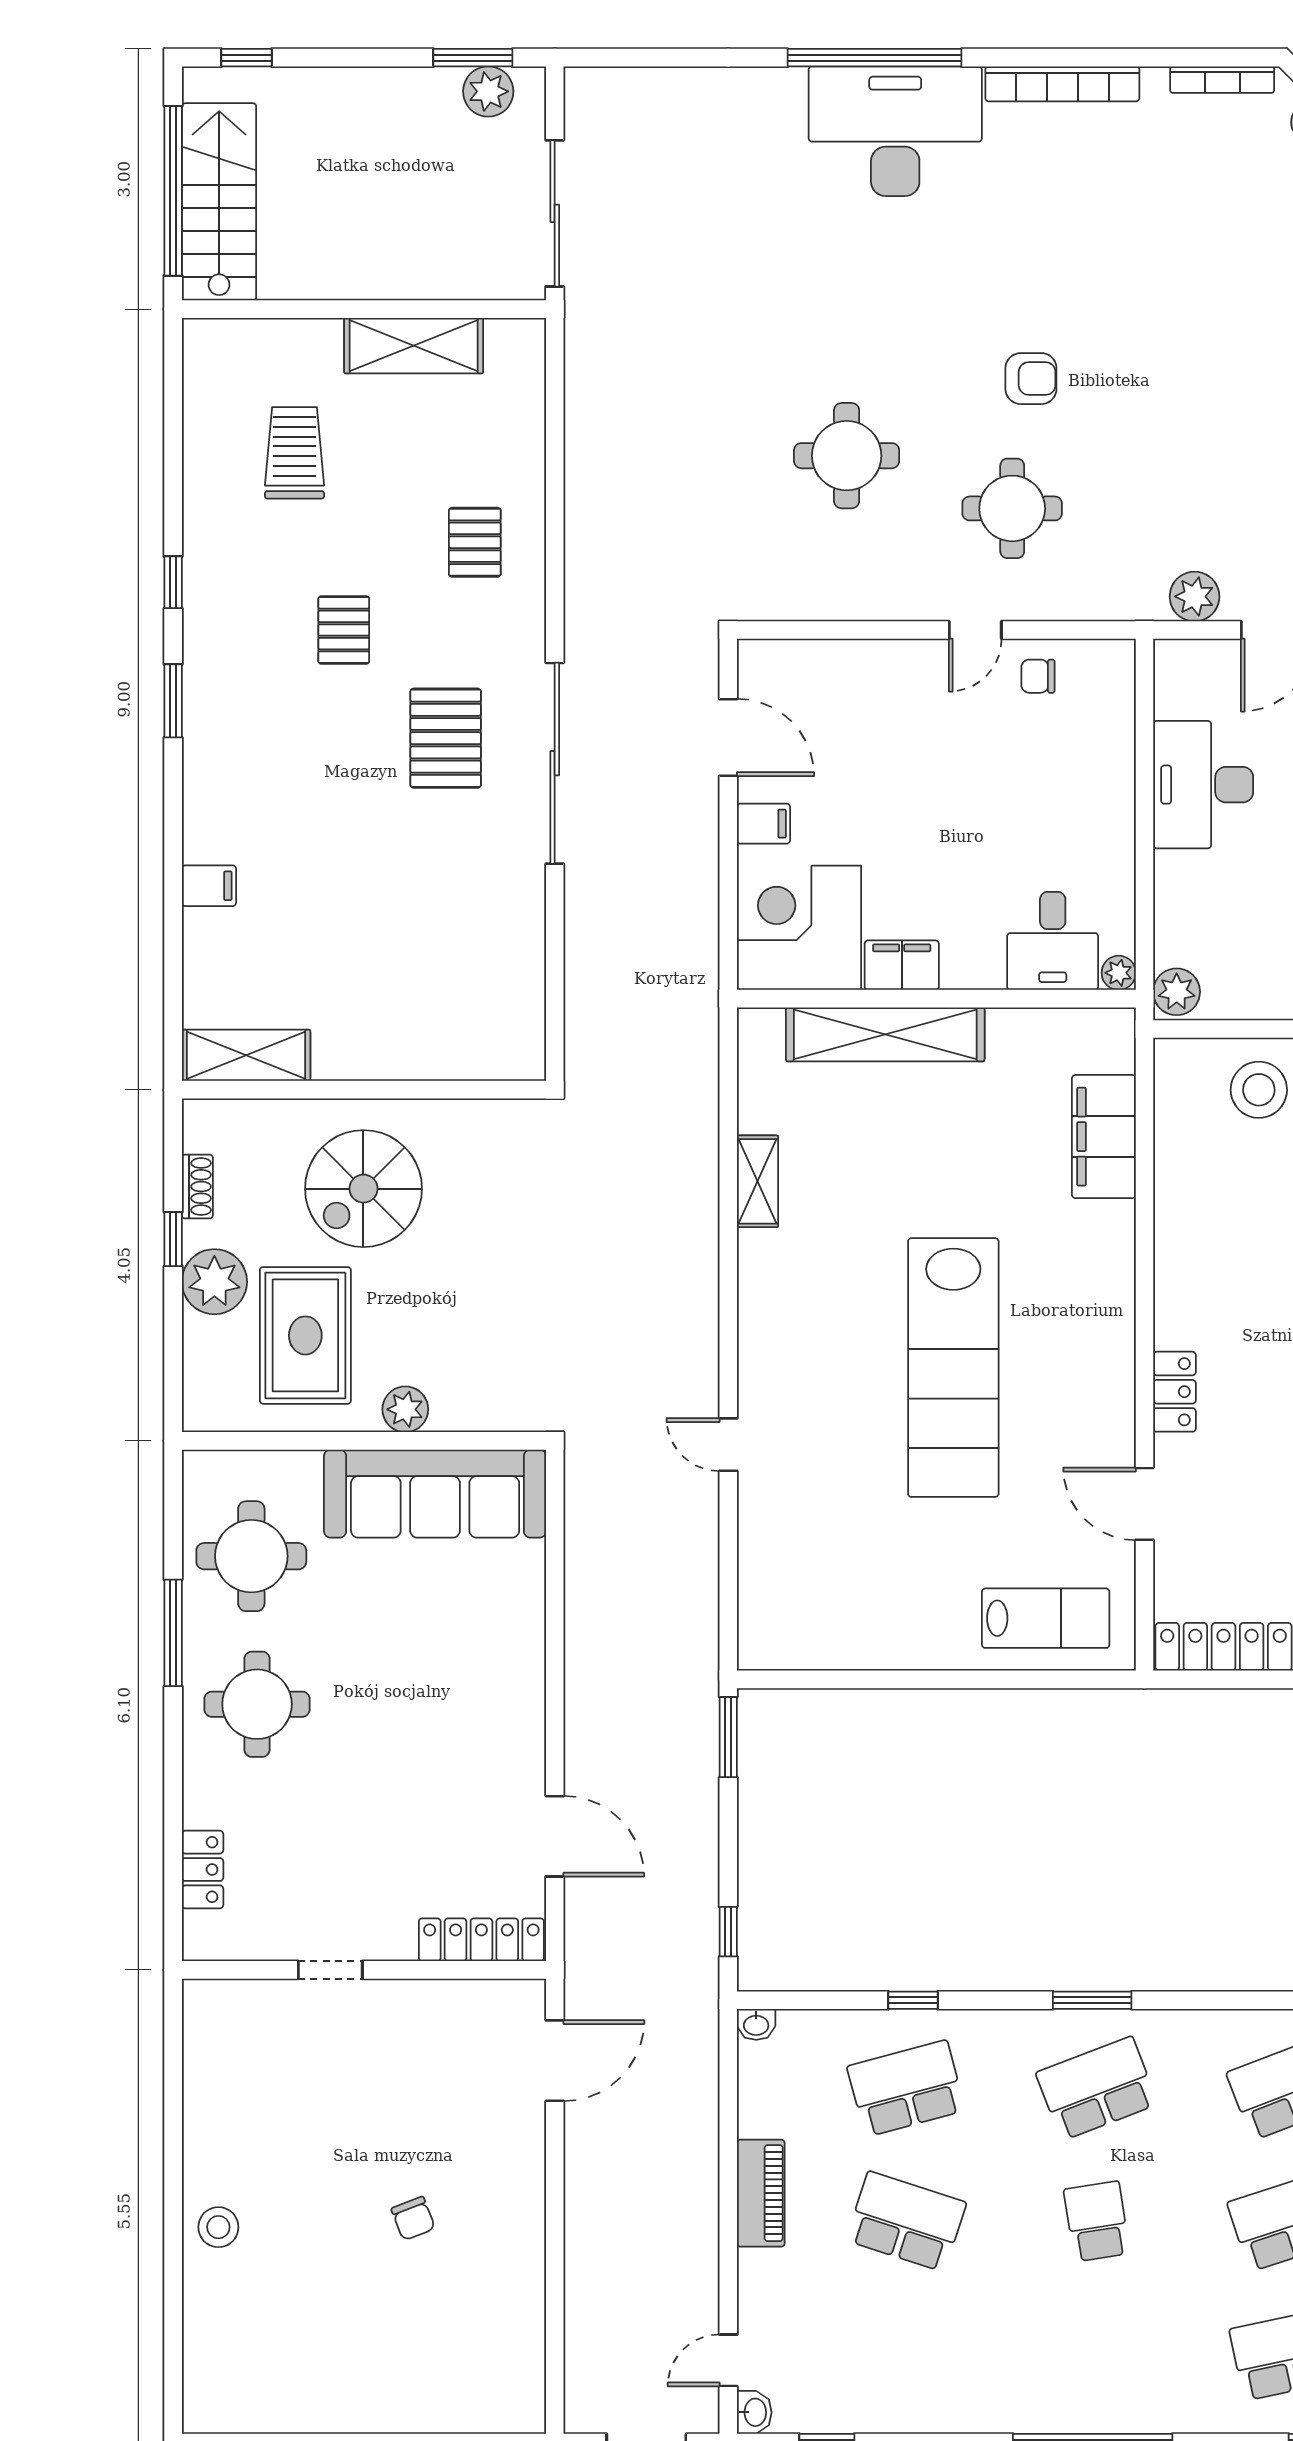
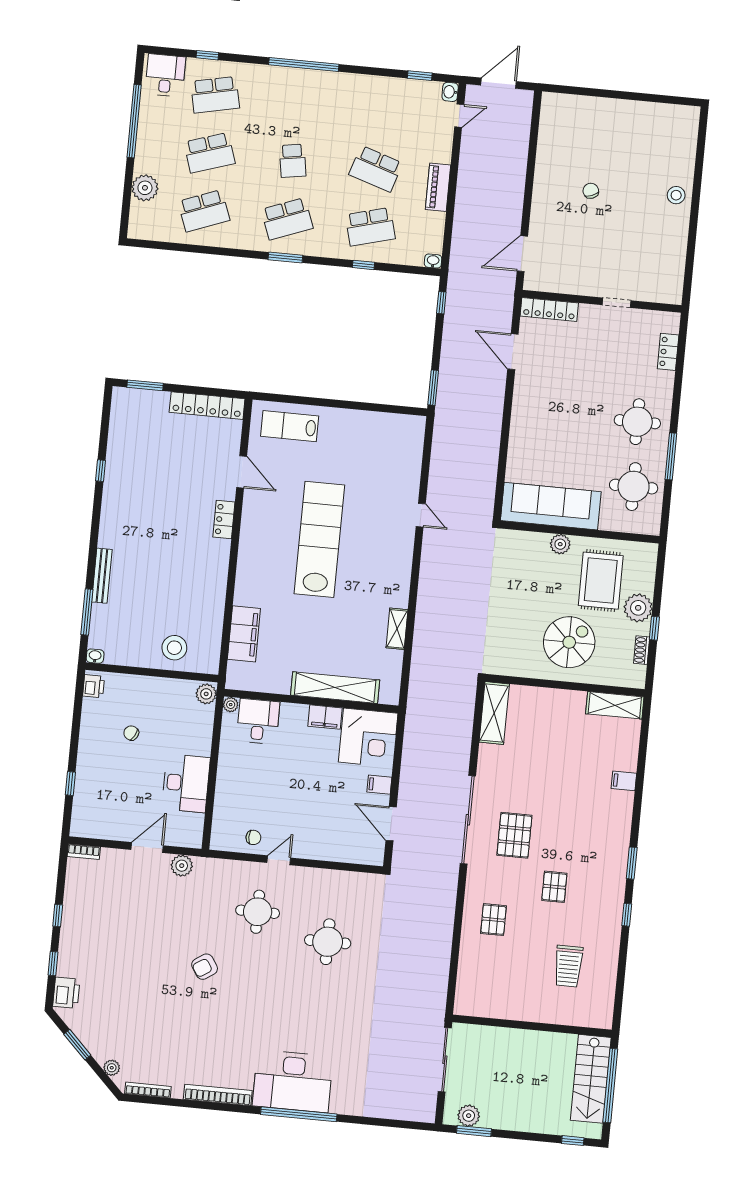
shelving: (414, 346) -> (494, 713), moved, turned 90
armchair: (1031, 379) -> (205, 967), moved, turned -33

